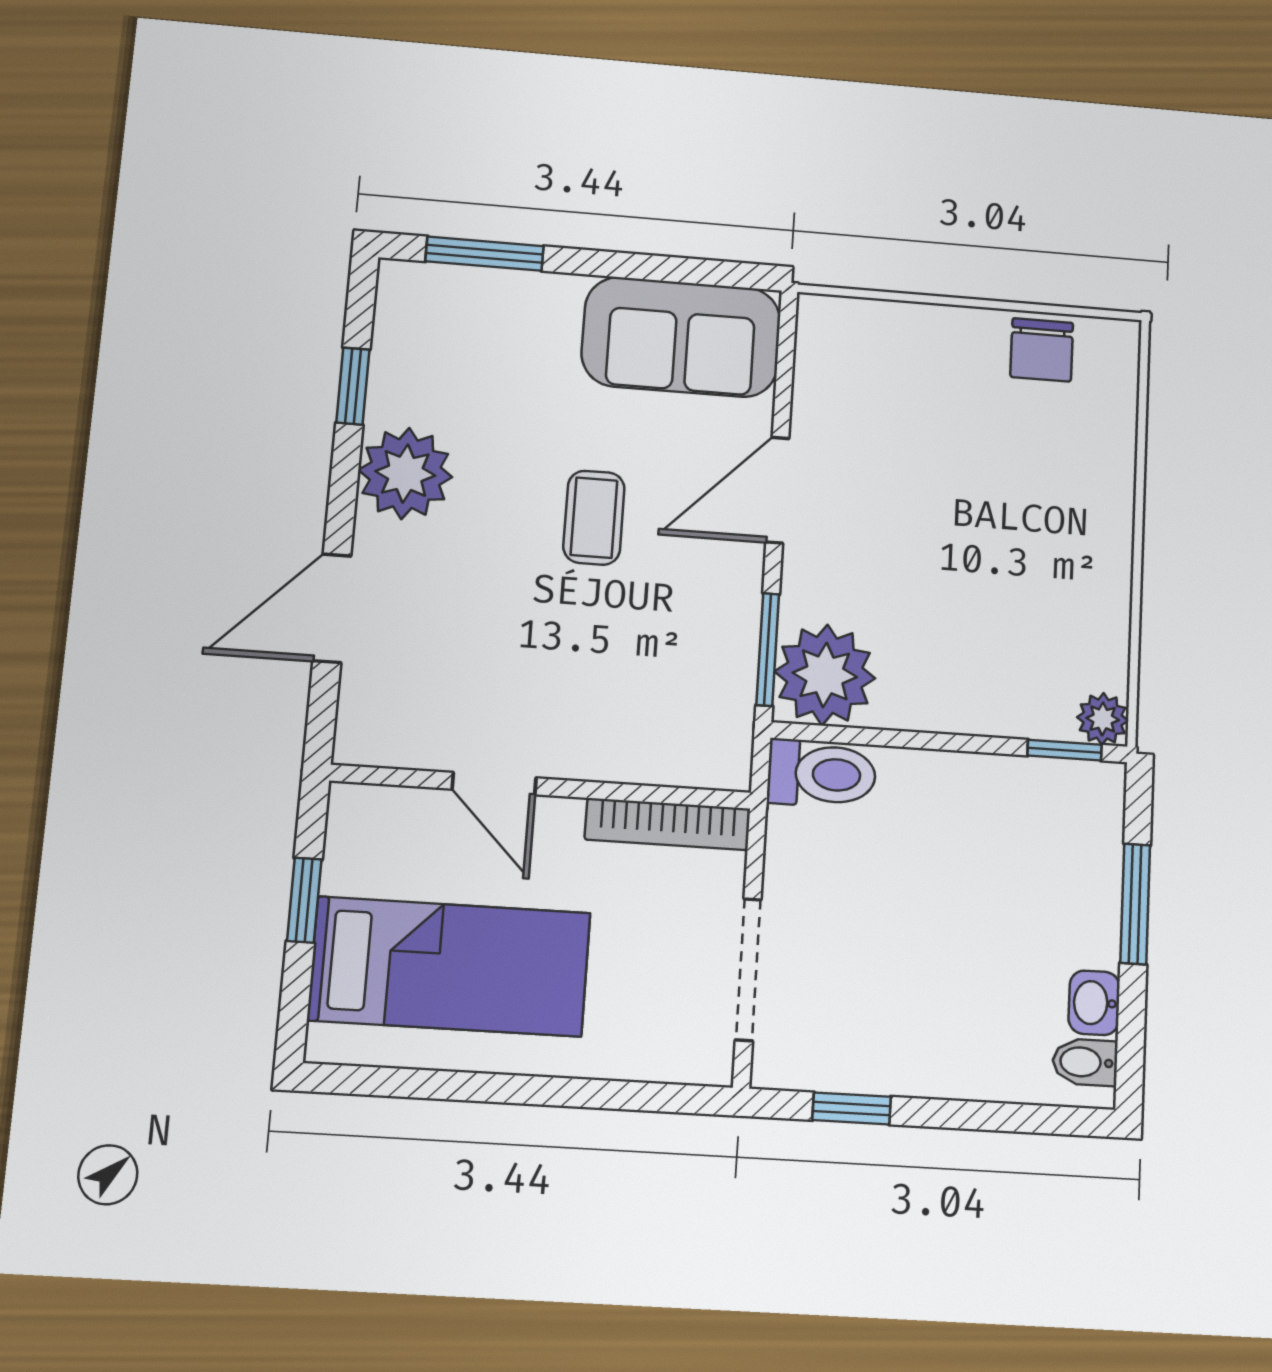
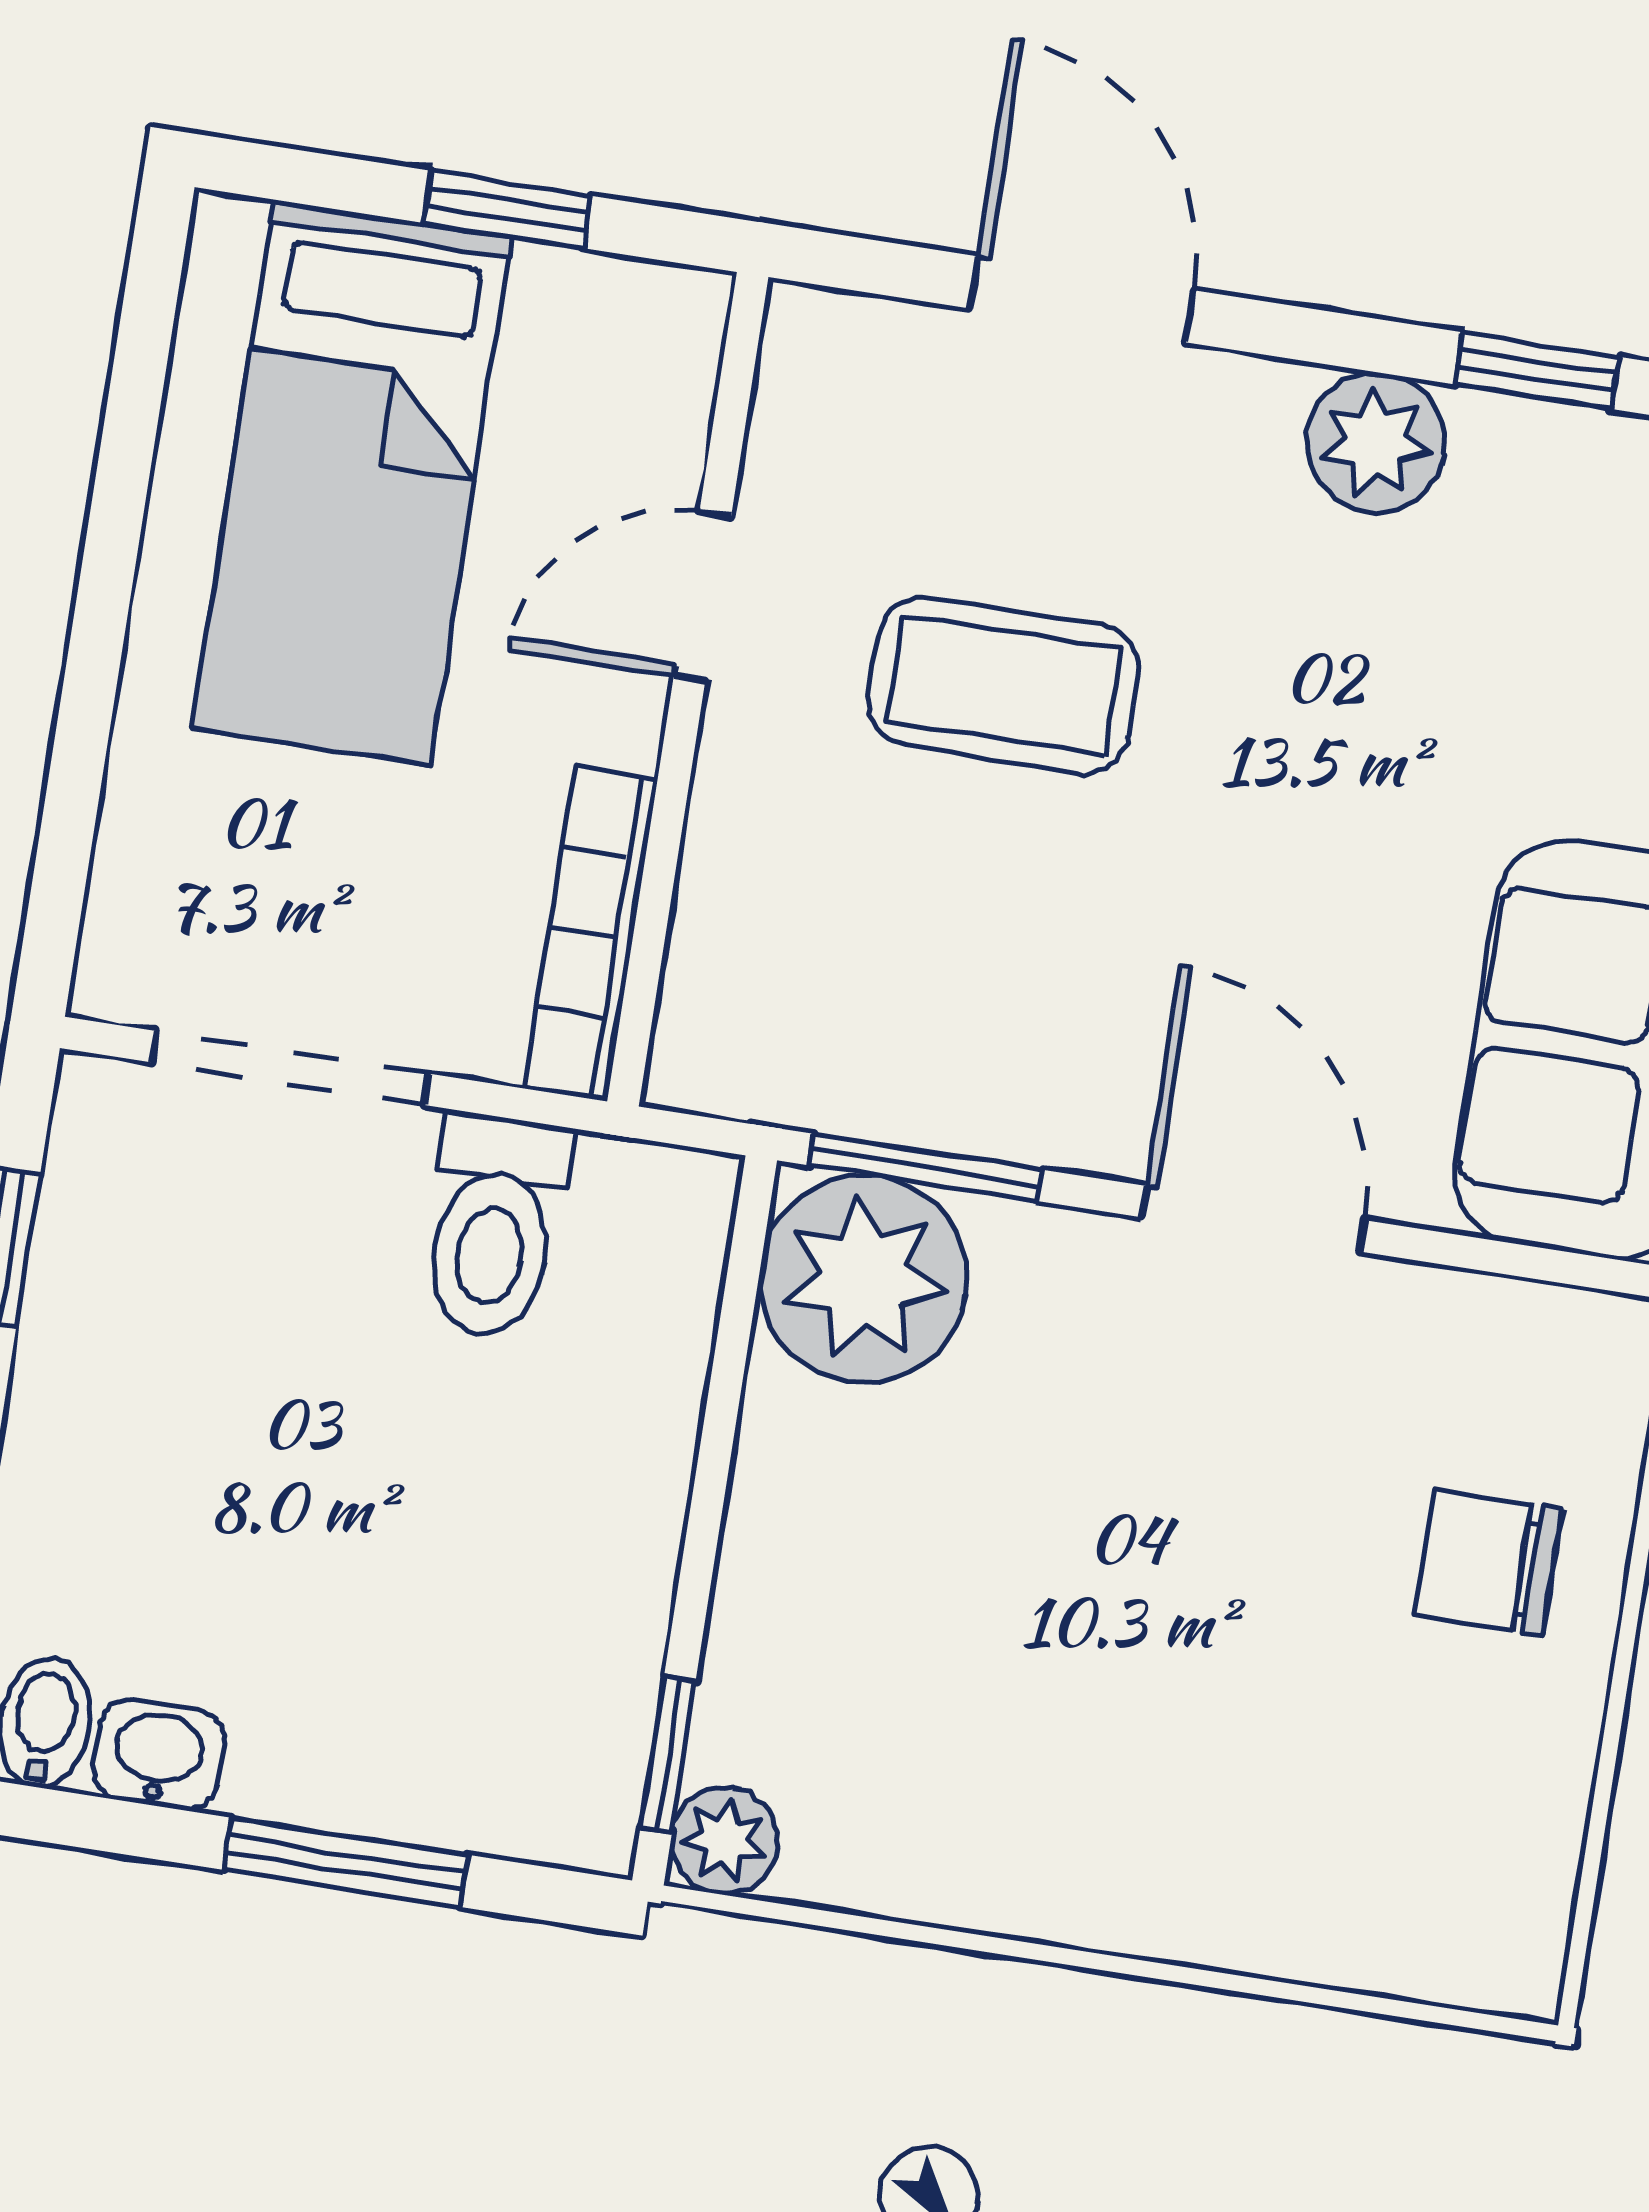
chair: (1042, 350) -> (1488, 1562), moved
plant: (405, 473) -> (1376, 443), width x0.73, depth x0.73
coffee table: (594, 518) -> (1004, 685), moved, width x1.36, depth x1.30
toilet: (822, 774) -> (494, 1226), moved

